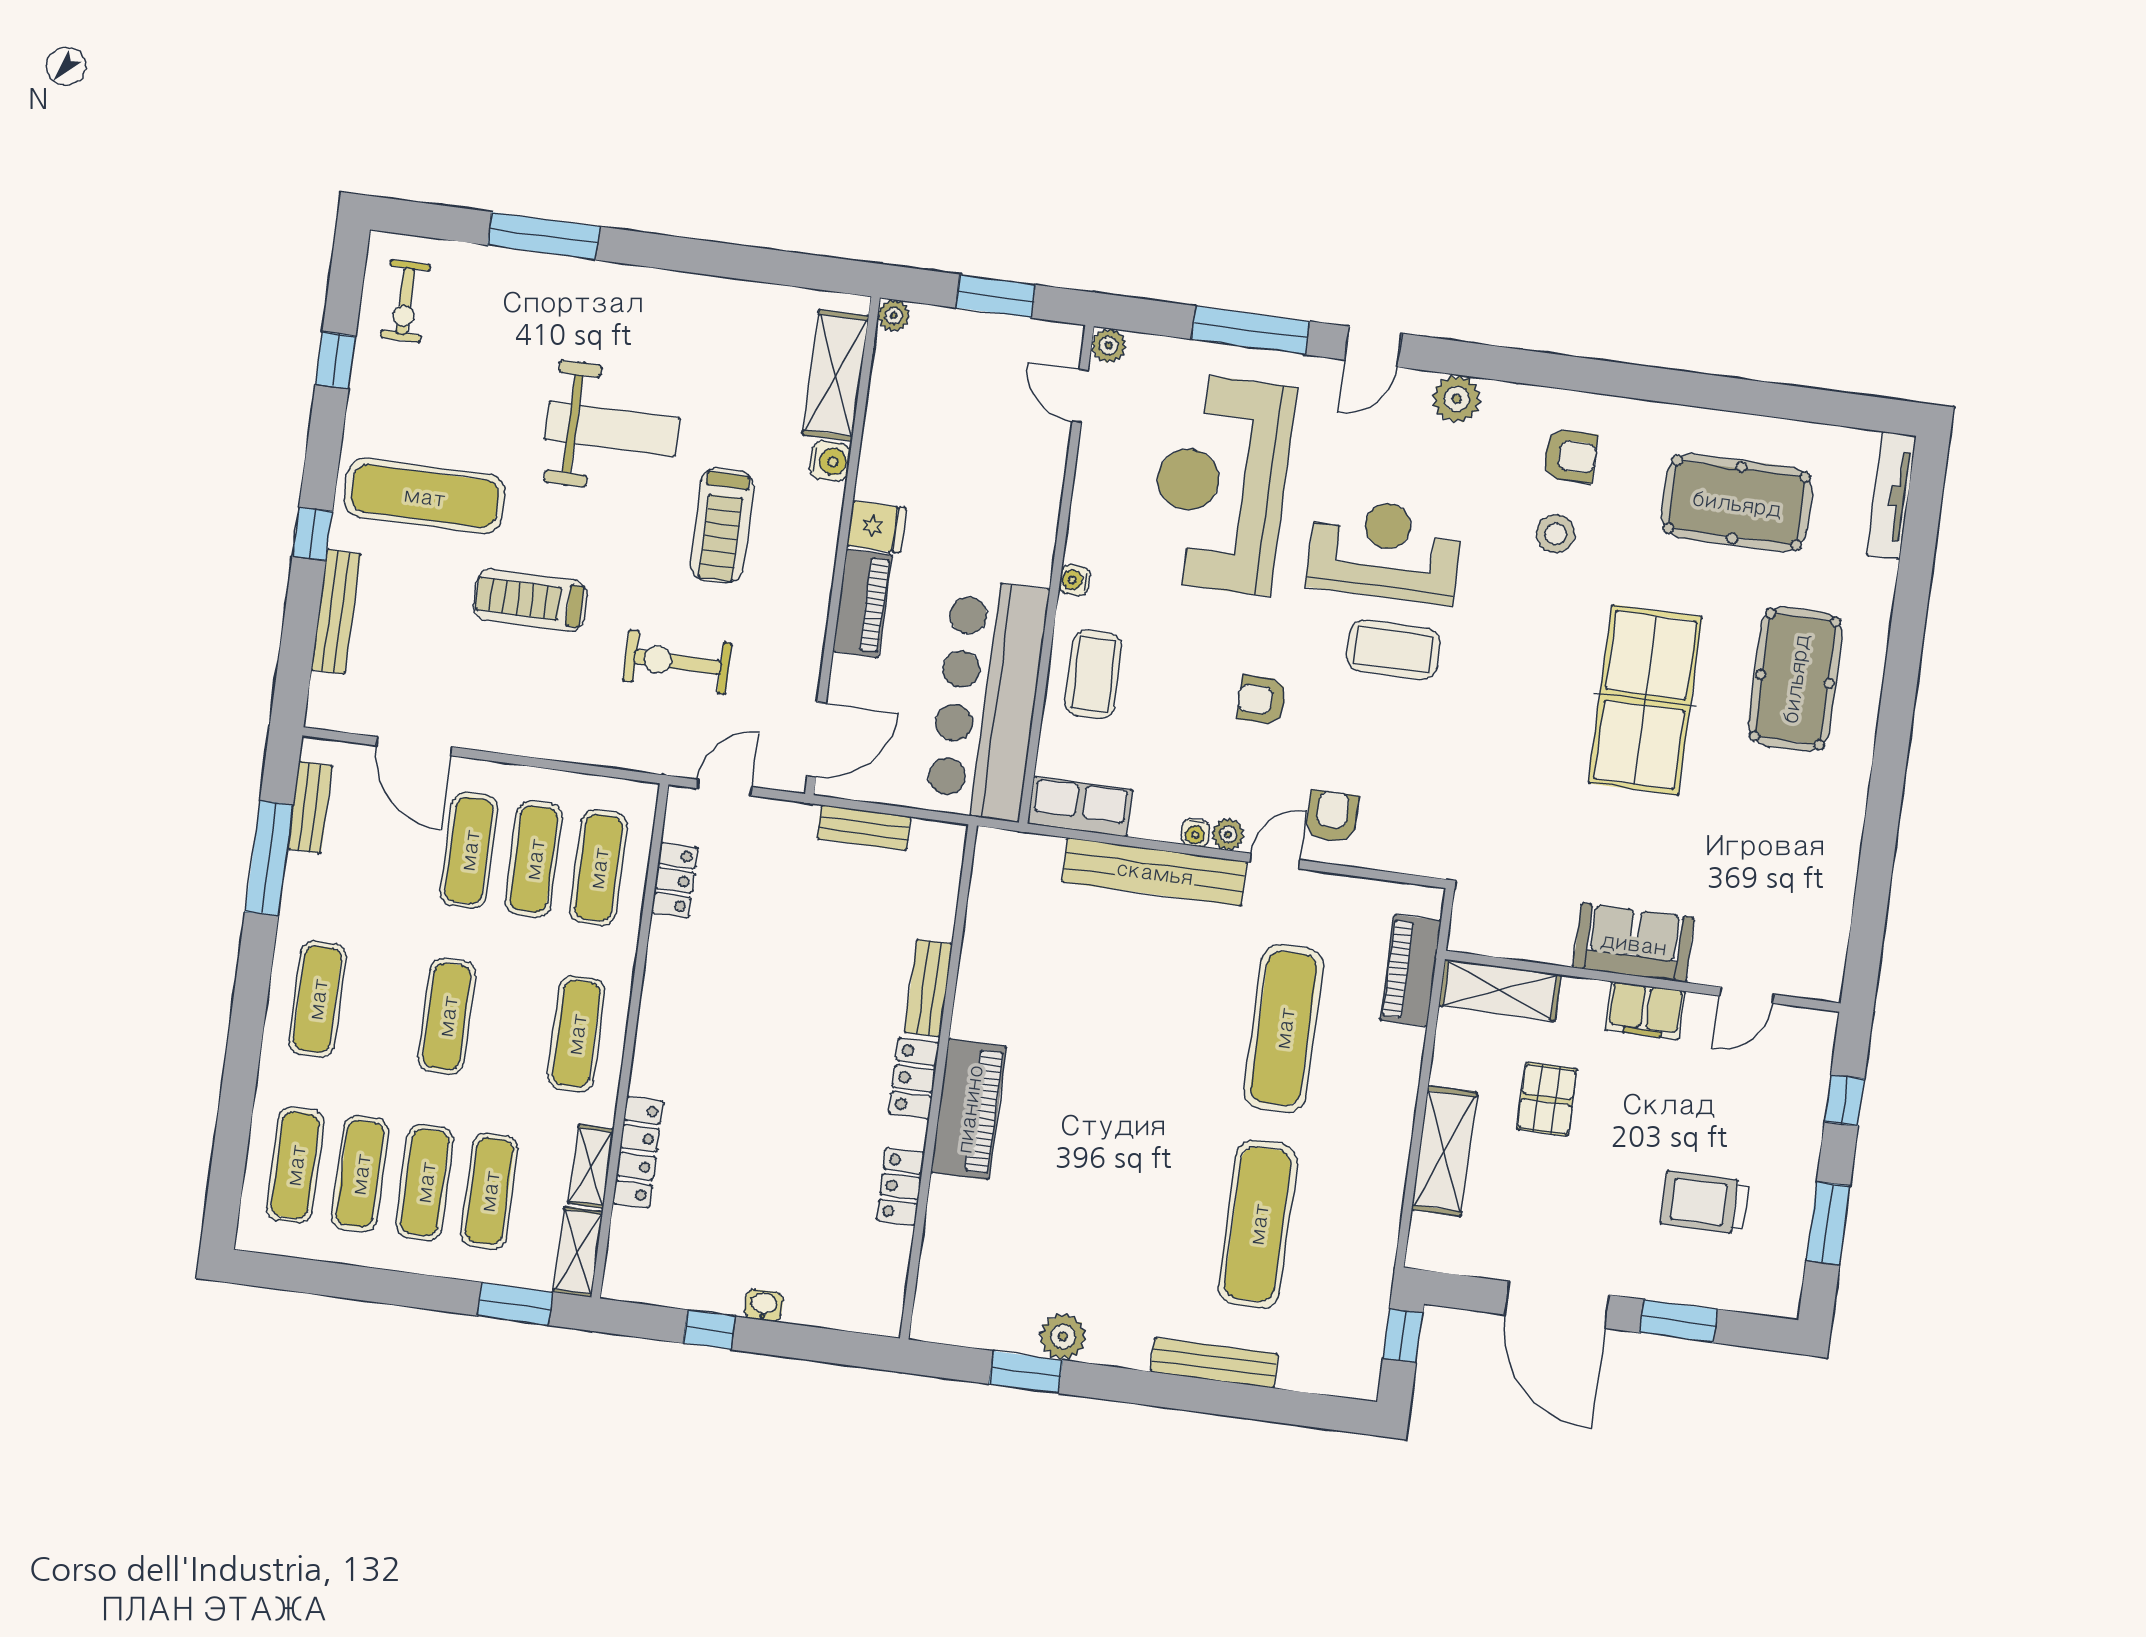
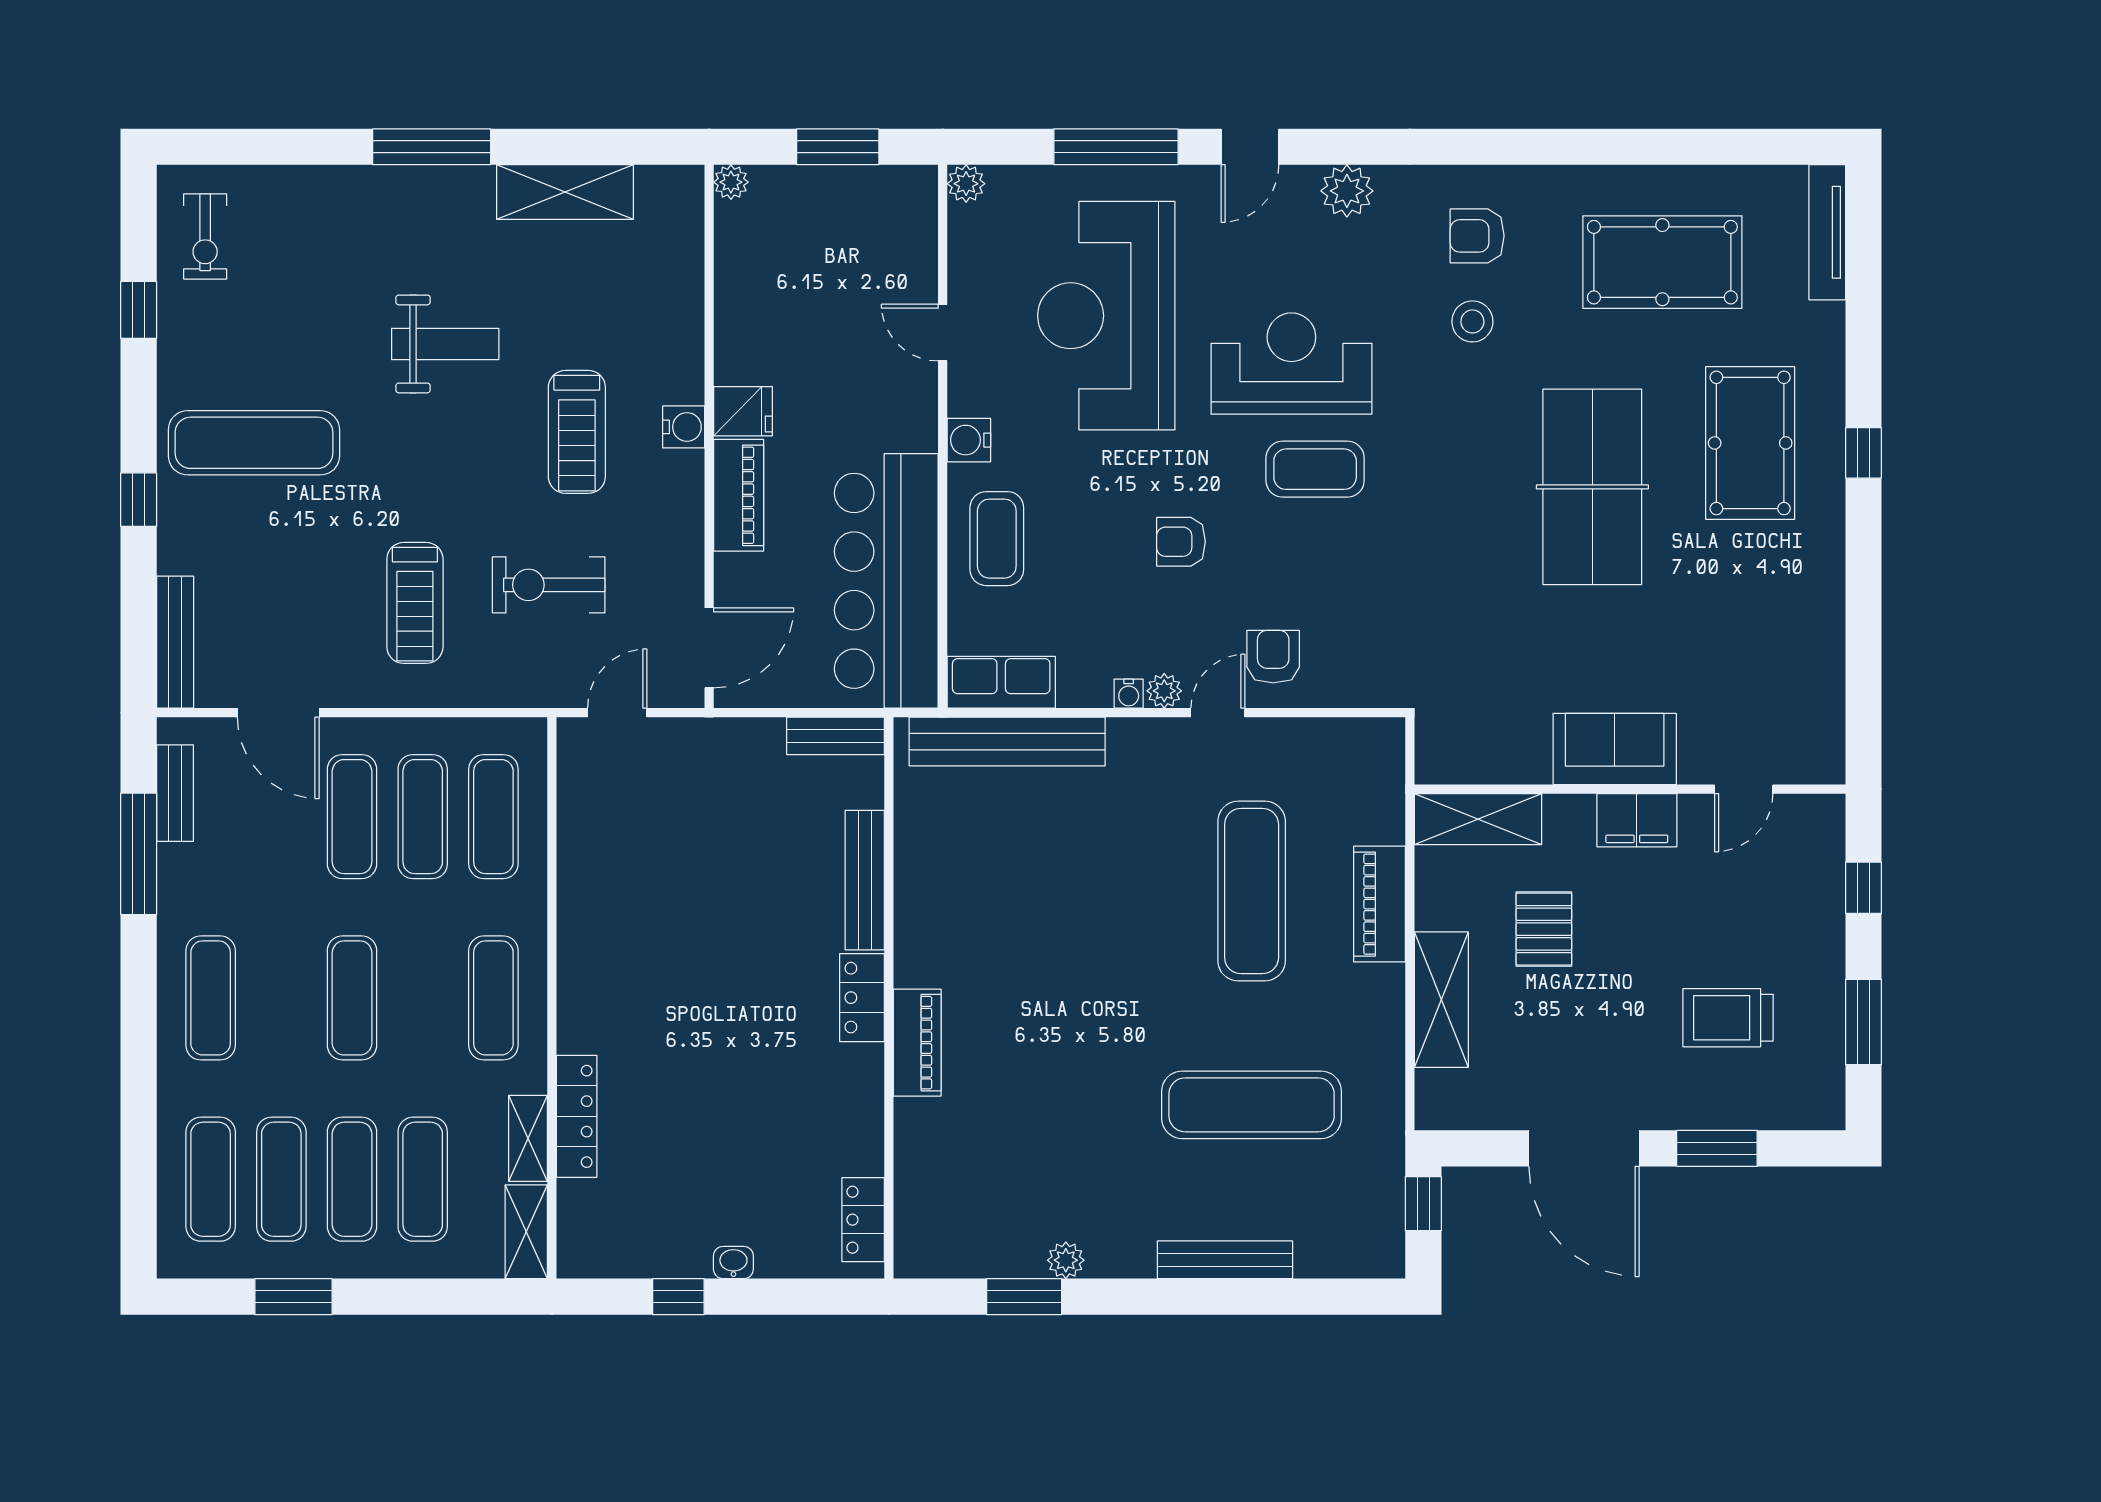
window: (544, 236) -> (432, 147), moved
shelving: (836, 375) -> (565, 192), moved, turned 90
door: (1080, 396) -> (943, 333), moved
weight bench: (612, 429) -> (445, 344), width x0.73, depth x0.75
armchair: (1570, 456) -> (1477, 236), turned 180
water cooler: (830, 461) -> (684, 427), moved
water cooler: (1074, 580) -> (969, 440), width x1.38, depth x1.38
treadmill: (530, 600) -> (415, 603), moved, turned -90
bench: (336, 612) -> (175, 642), moved
window: (1898, 702) -> (1863, 453), added
bench: (864, 828) -> (835, 736), moved
bench: (1155, 872) -> (1007, 742), moved
locker: (675, 880) -> (577, 819), removed
piano: (1411, 971) -> (1379, 904), moved
bench: (929, 988) -> (865, 880), width x1.36
piano: (969, 1109) -> (917, 1043), width x0.73, depth x0.75
locker: (901, 1187) -> (863, 1220), moved
exercise mat: (1258, 1224) -> (1252, 1105), turned 90
window: (515, 1304) -> (293, 1297), moved
plant: (1063, 1337) -> (1066, 1260), width x0.73, depth x0.73

